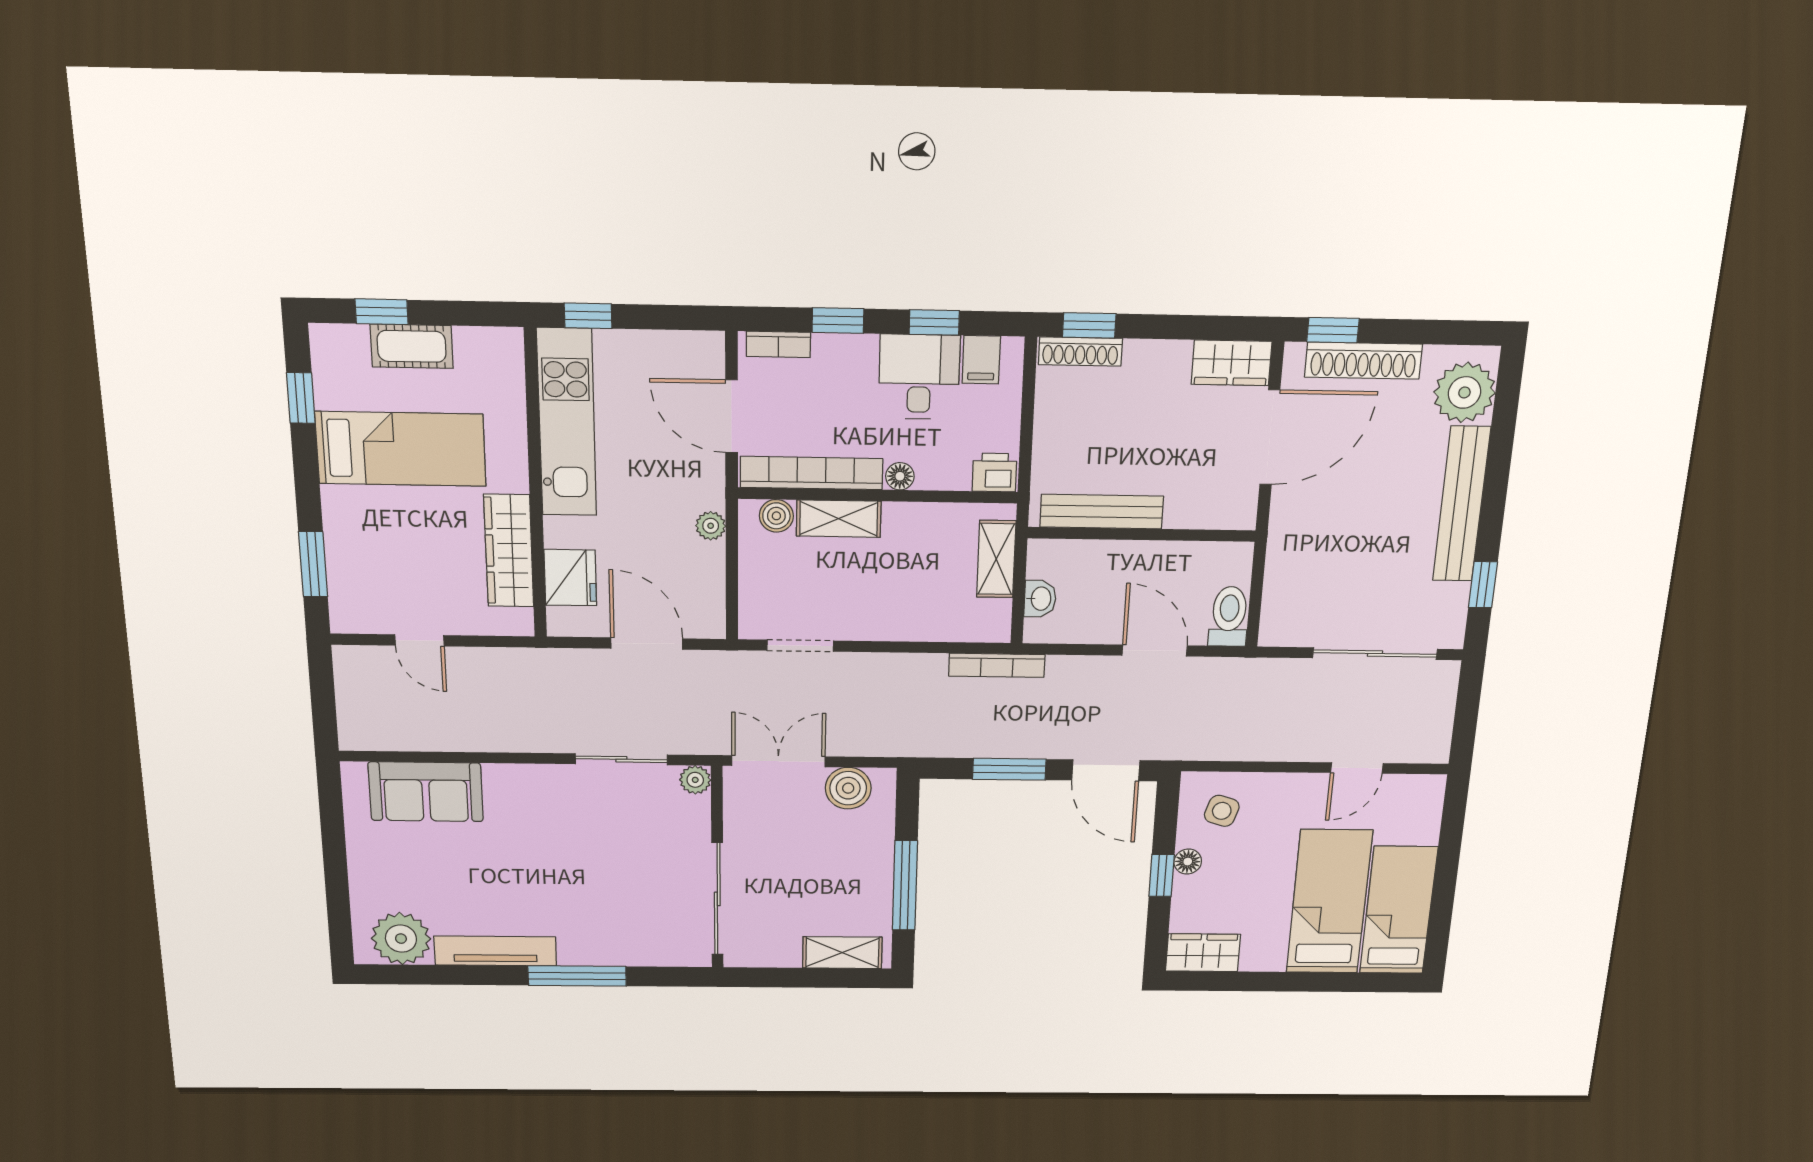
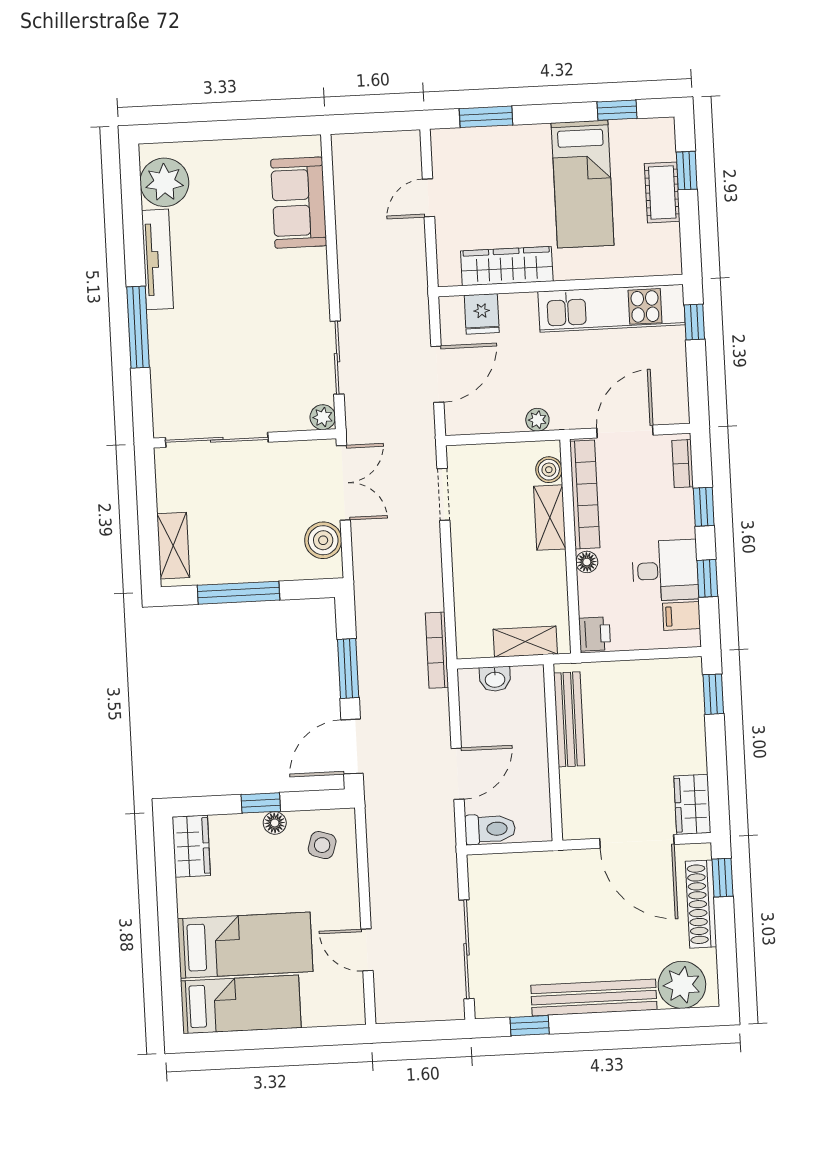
shoe rack: (1080, 351) -> (693, 690), removed
fridge: (570, 578) -> (482, 314), width x0.72

